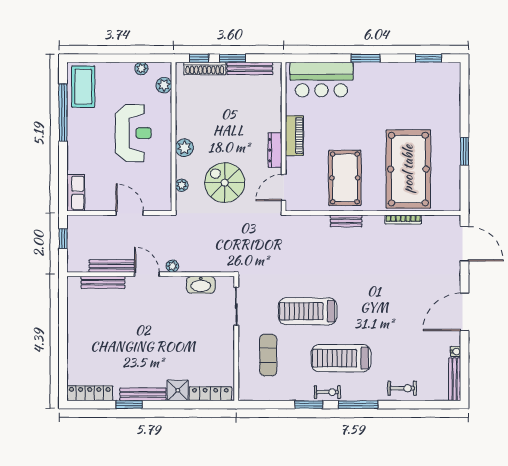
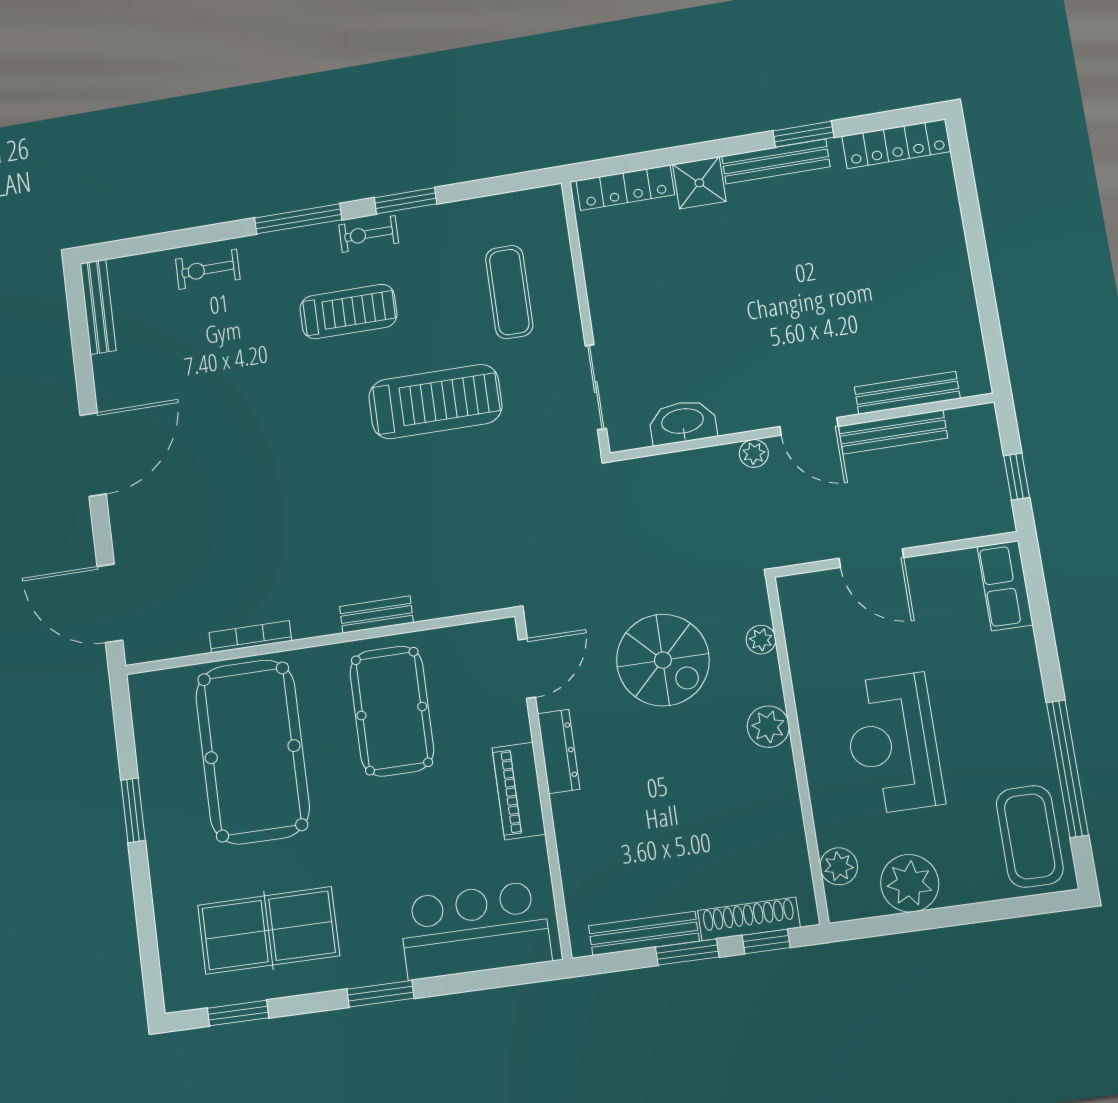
plant: (141, 68) -> (910, 883), width x1.87, depth x1.87
table tennis table: (411, 91) -> (269, 930), added
water cooler: (456, 351) -> (103, 366), removed
treadmill: (341, 358) -> (348, 312), width x0.73, depth x0.73

